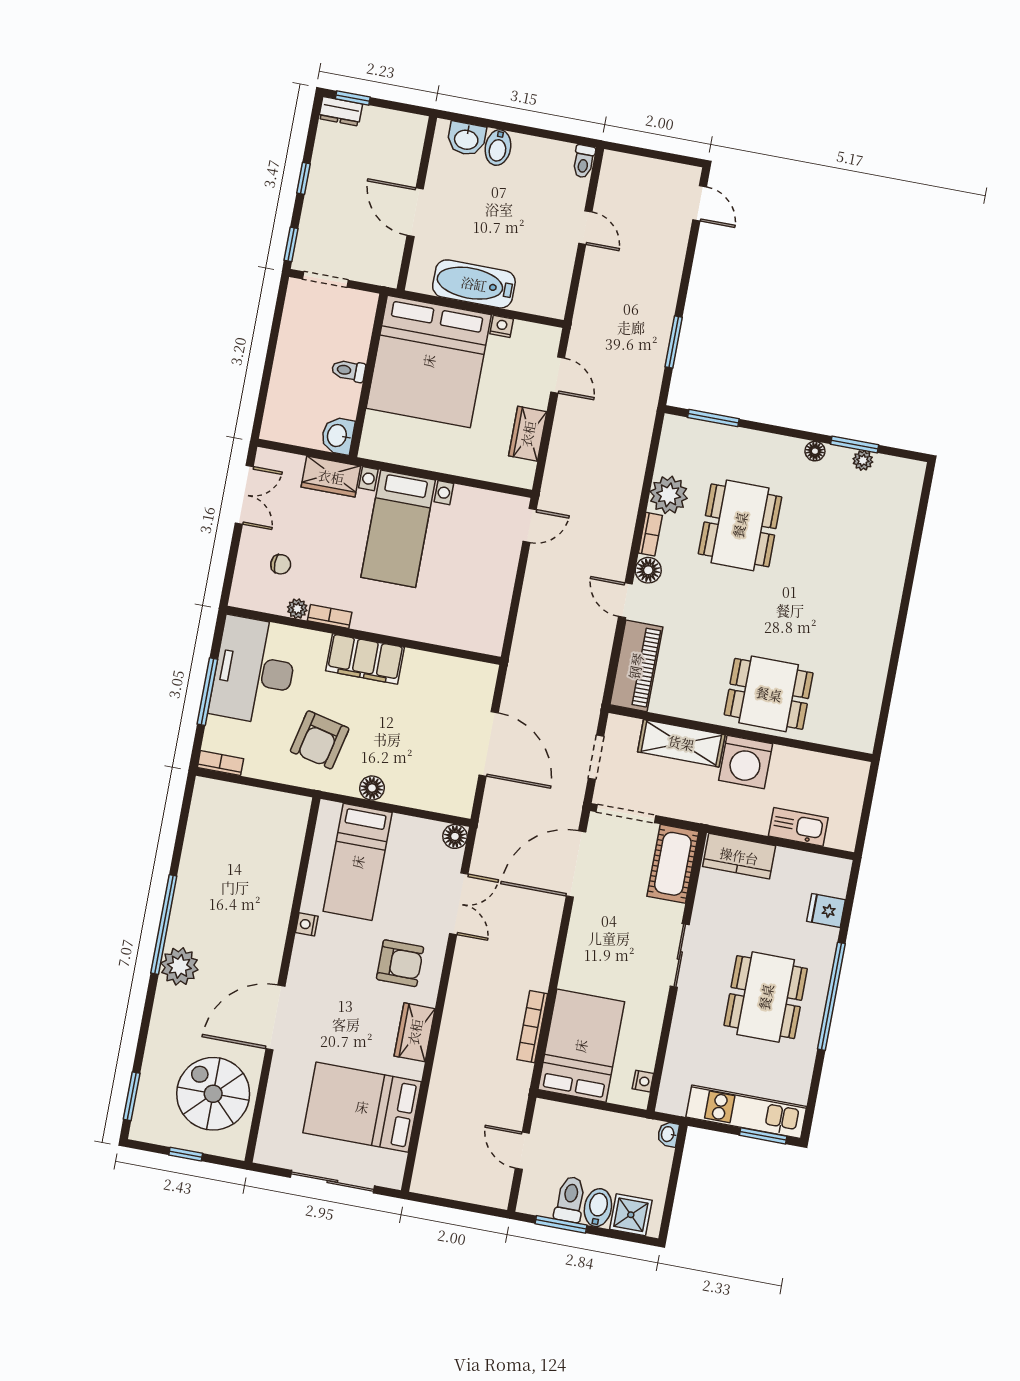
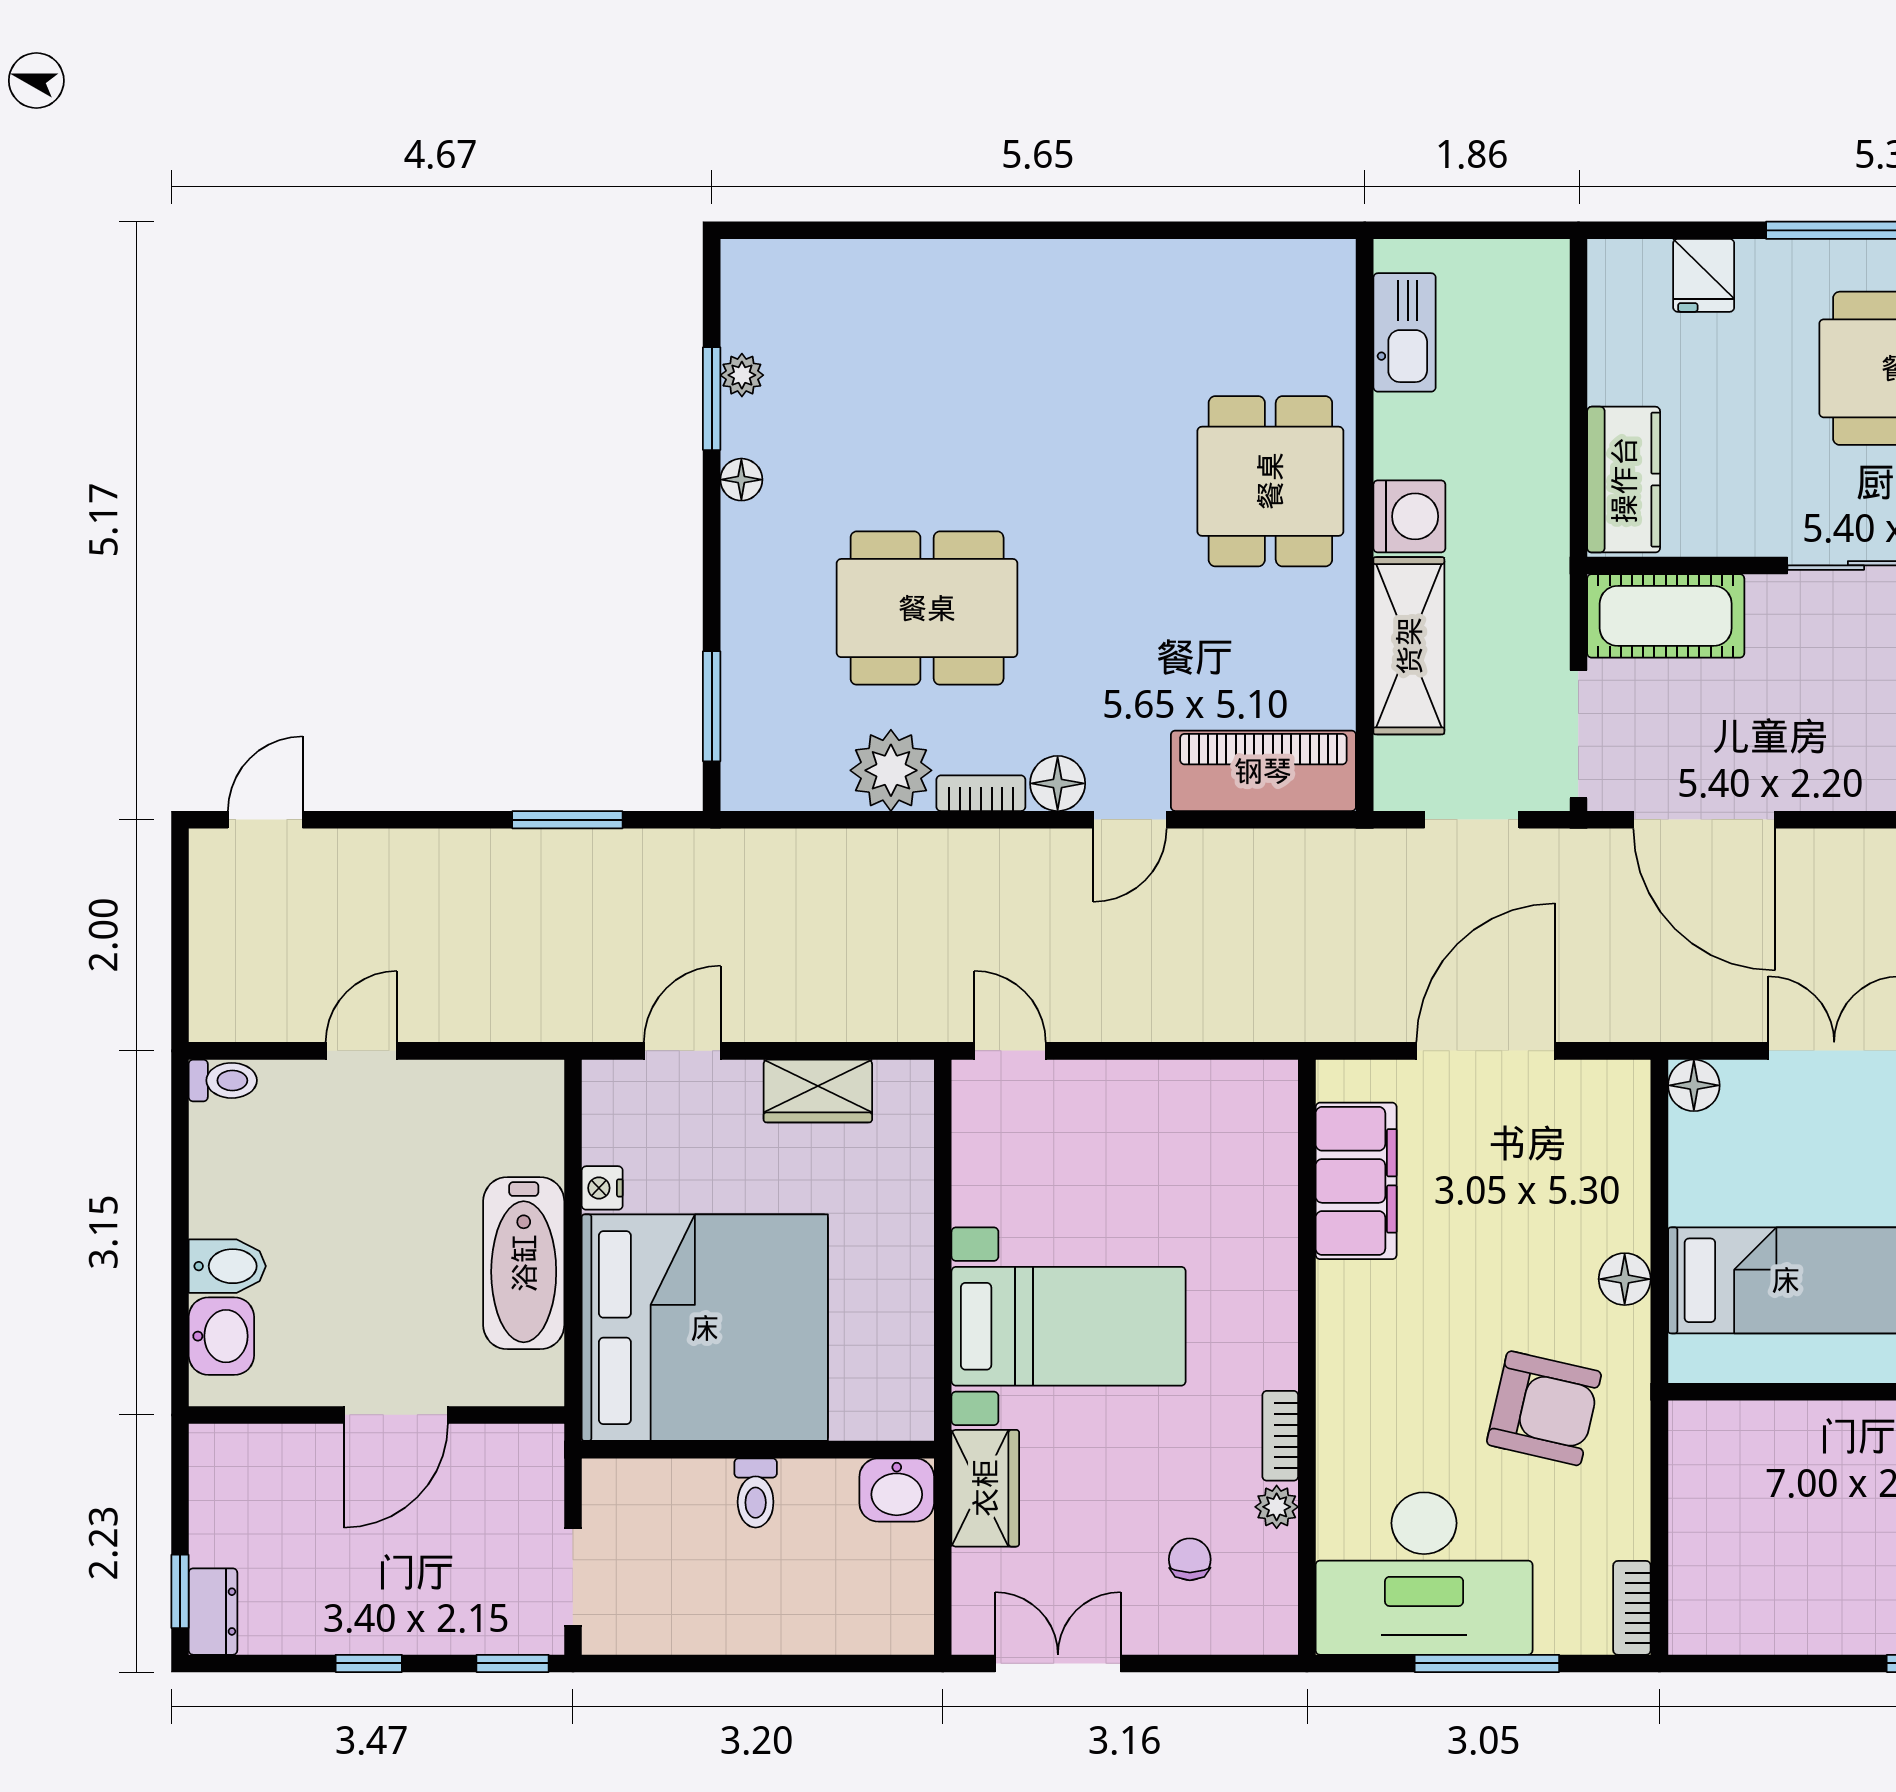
filing cabinet: (365, 659) -> (1356, 1181), moved
washing machine: (746, 762) -> (1409, 516), width x0.73, depth x0.73
kitchen sink: (798, 827) -> (1405, 332), moved, turned 180

